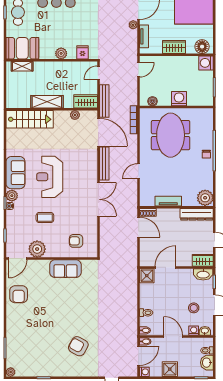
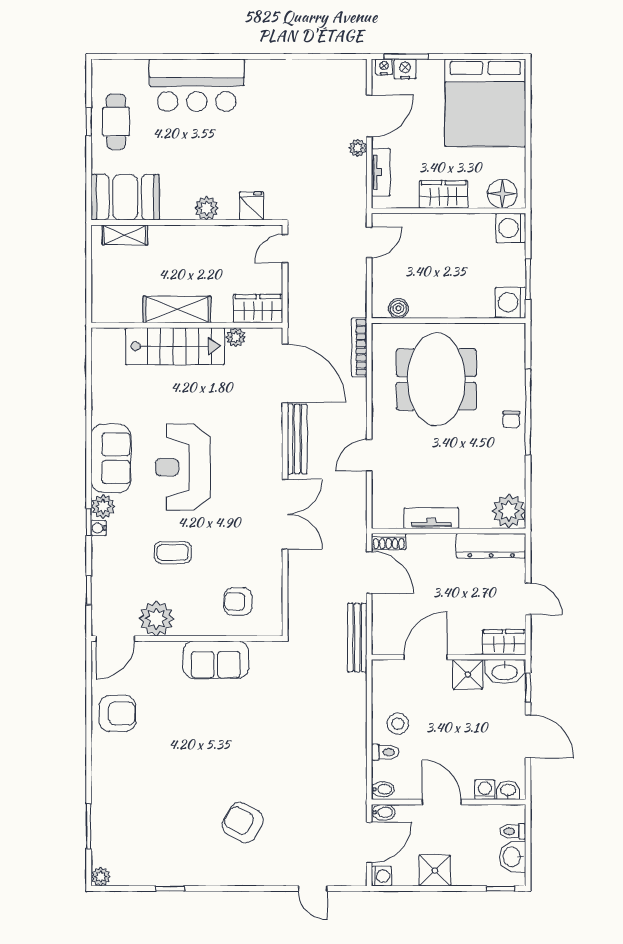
washing machine: (179, 99) -> (510, 302), moved, turned -90
bench: (104, 101) -> (357, 638), moved
stairs: (30, 119) -> (175, 346), moved
shower: (147, 276) -> (468, 674), moved
armchair: (19, 294) -> (117, 713), turned -90
stool: (194, 308) -> (398, 724), moved

